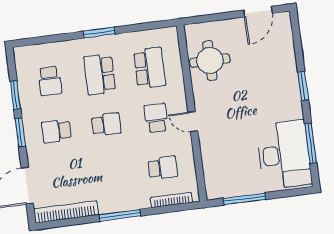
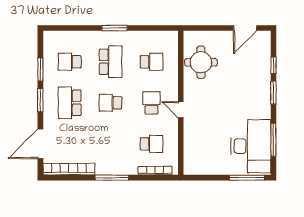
window: (299, 52) -> (273, 65), added
school desk: (150, 68) -> (151, 62), width x0.54
school desk: (100, 74) -> (111, 62), turned 180
school desk: (50, 81) -> (70, 62), turned 90
school desk: (106, 124) -> (111, 103), turned 180
school desk: (56, 131) -> (70, 103), width x1.85
window: (244, 199) -> (247, 178), moved

